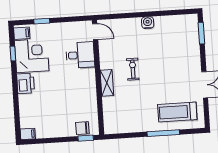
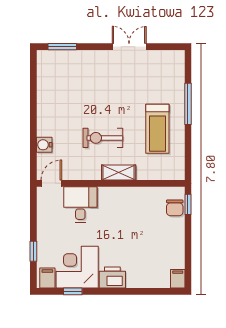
water cooler: (148, 23) -> (44, 145), moved
exercise bike: (133, 69) -> (103, 138), width x1.38, depth x1.39
treadmill: (177, 112) -> (157, 129), moved

